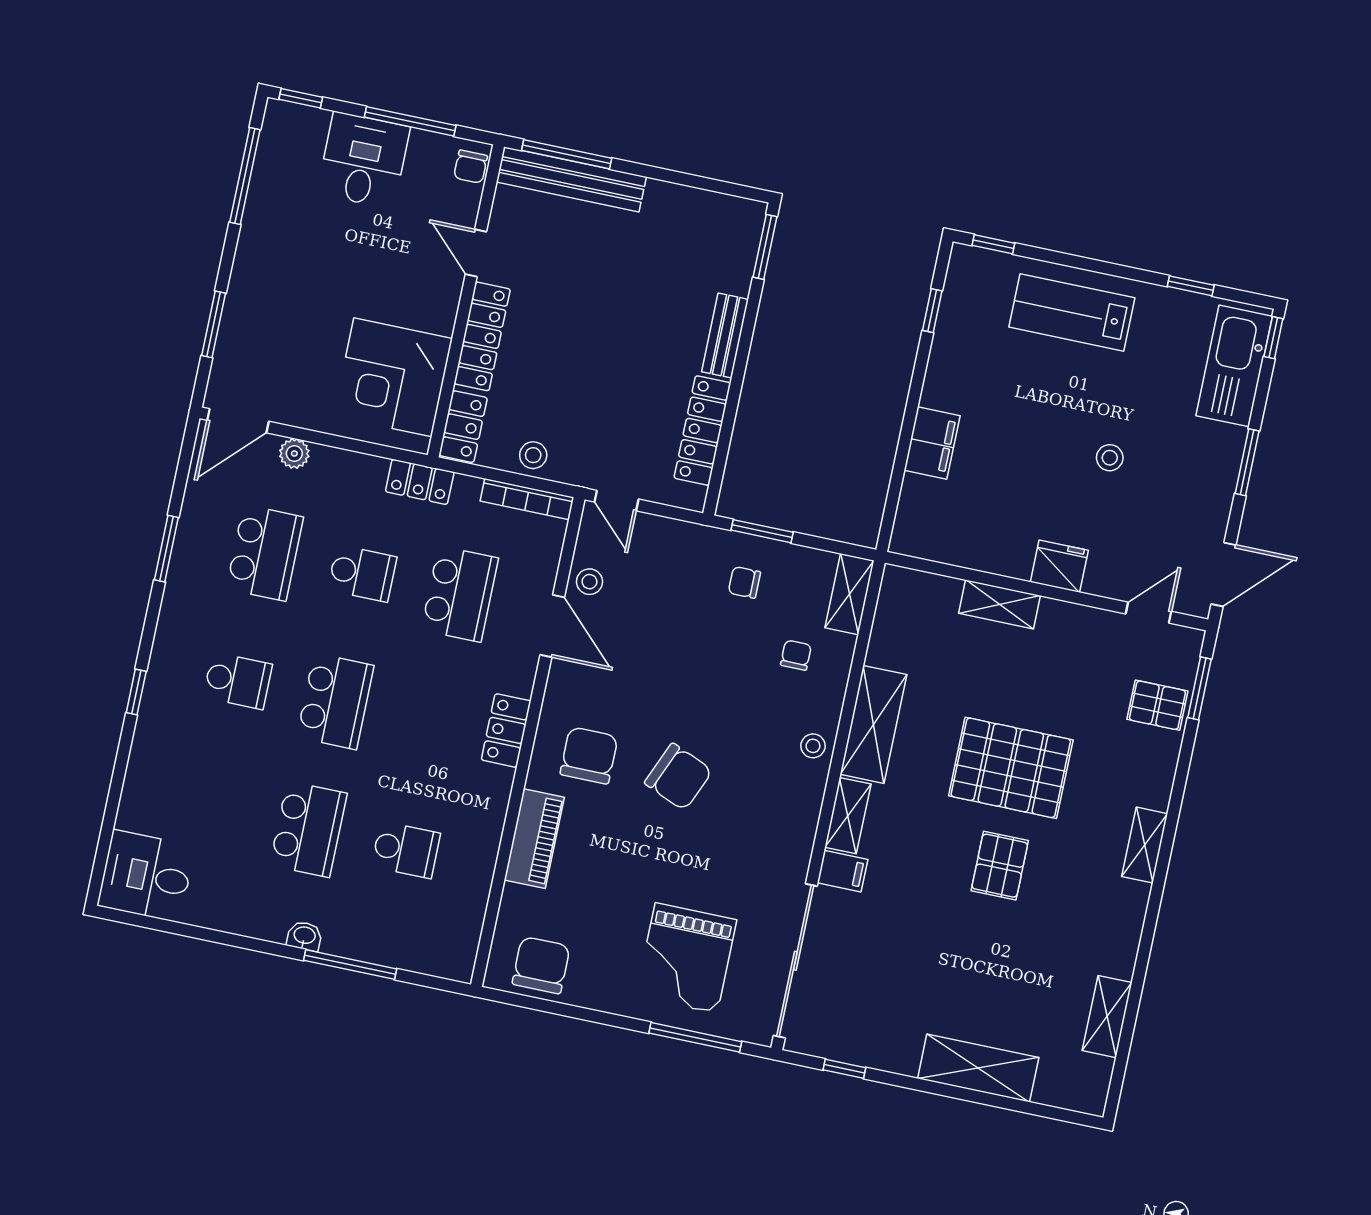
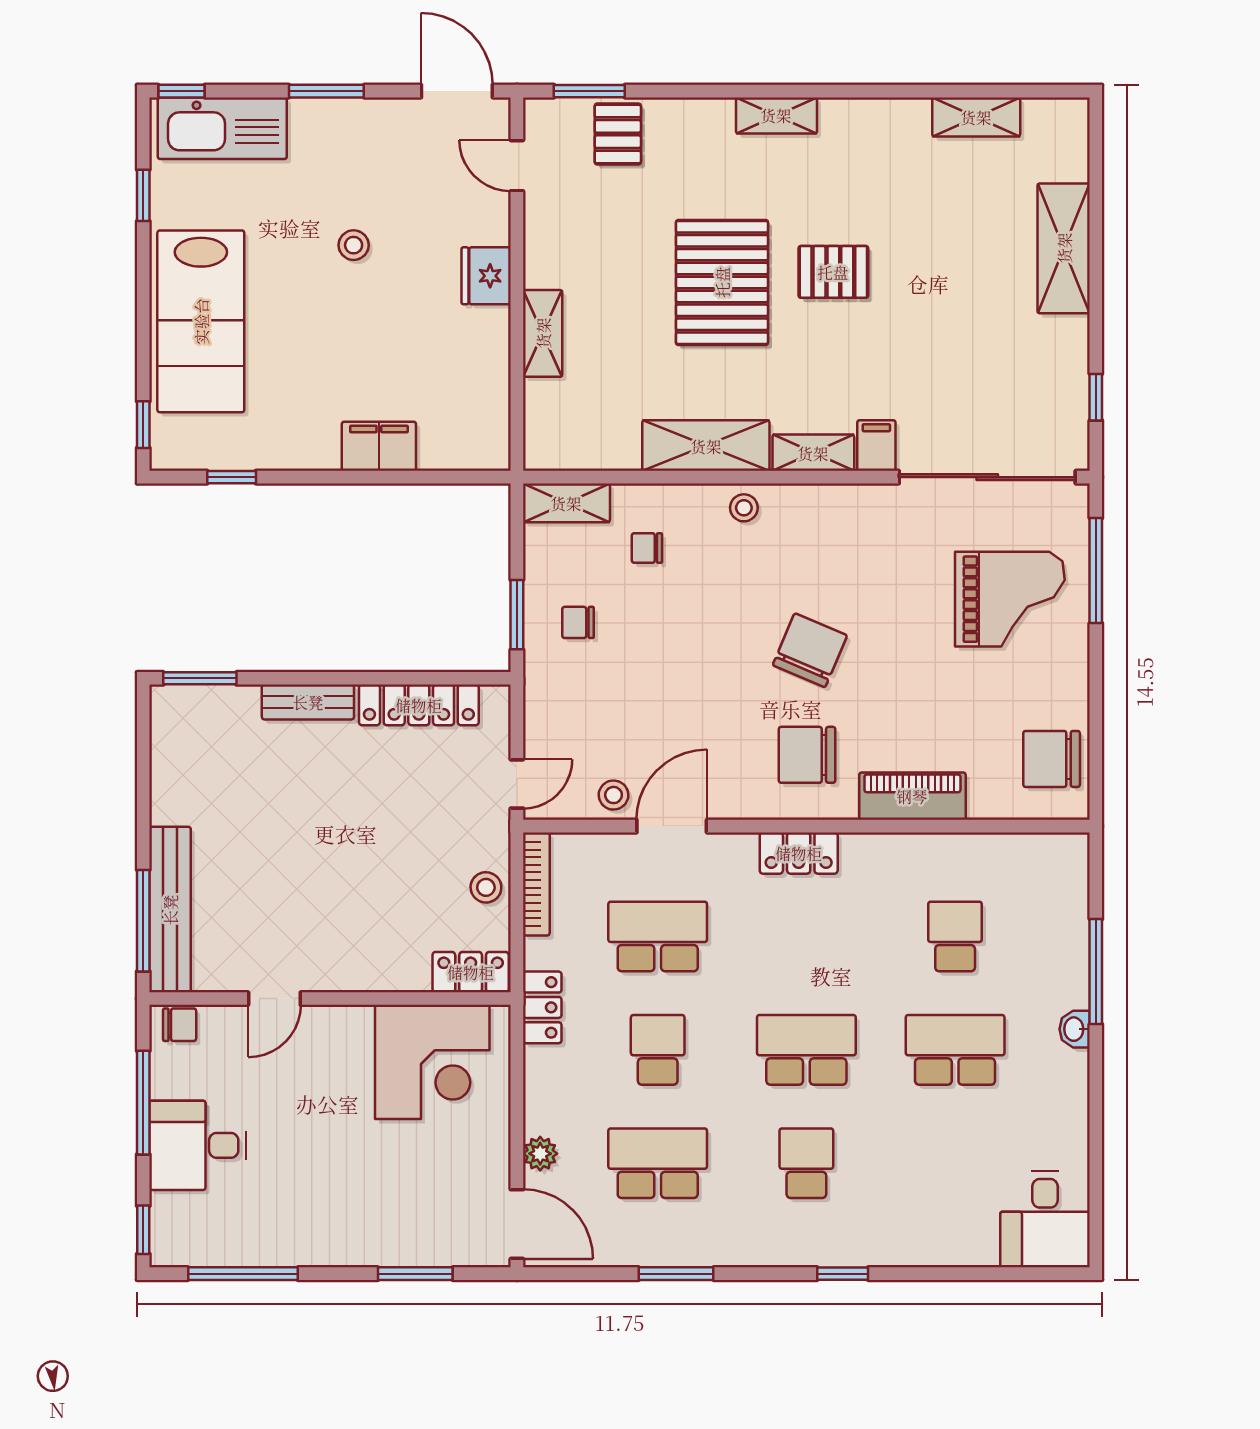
lab bench: (1072, 312) -> (201, 321), width x1.36, depth x1.39
locker: (482, 336) -> (366, 972), removed
chair: (744, 582) -> (578, 622), turned 90

